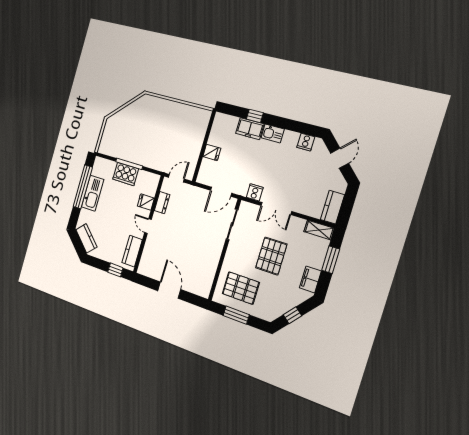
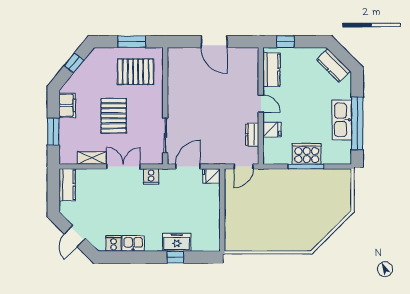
kitchen sink: (273, 133) -> (133, 243), moved
fridge: (212, 152) -> (211, 176), moved
shelving: (319, 230) -> (92, 158), moved

